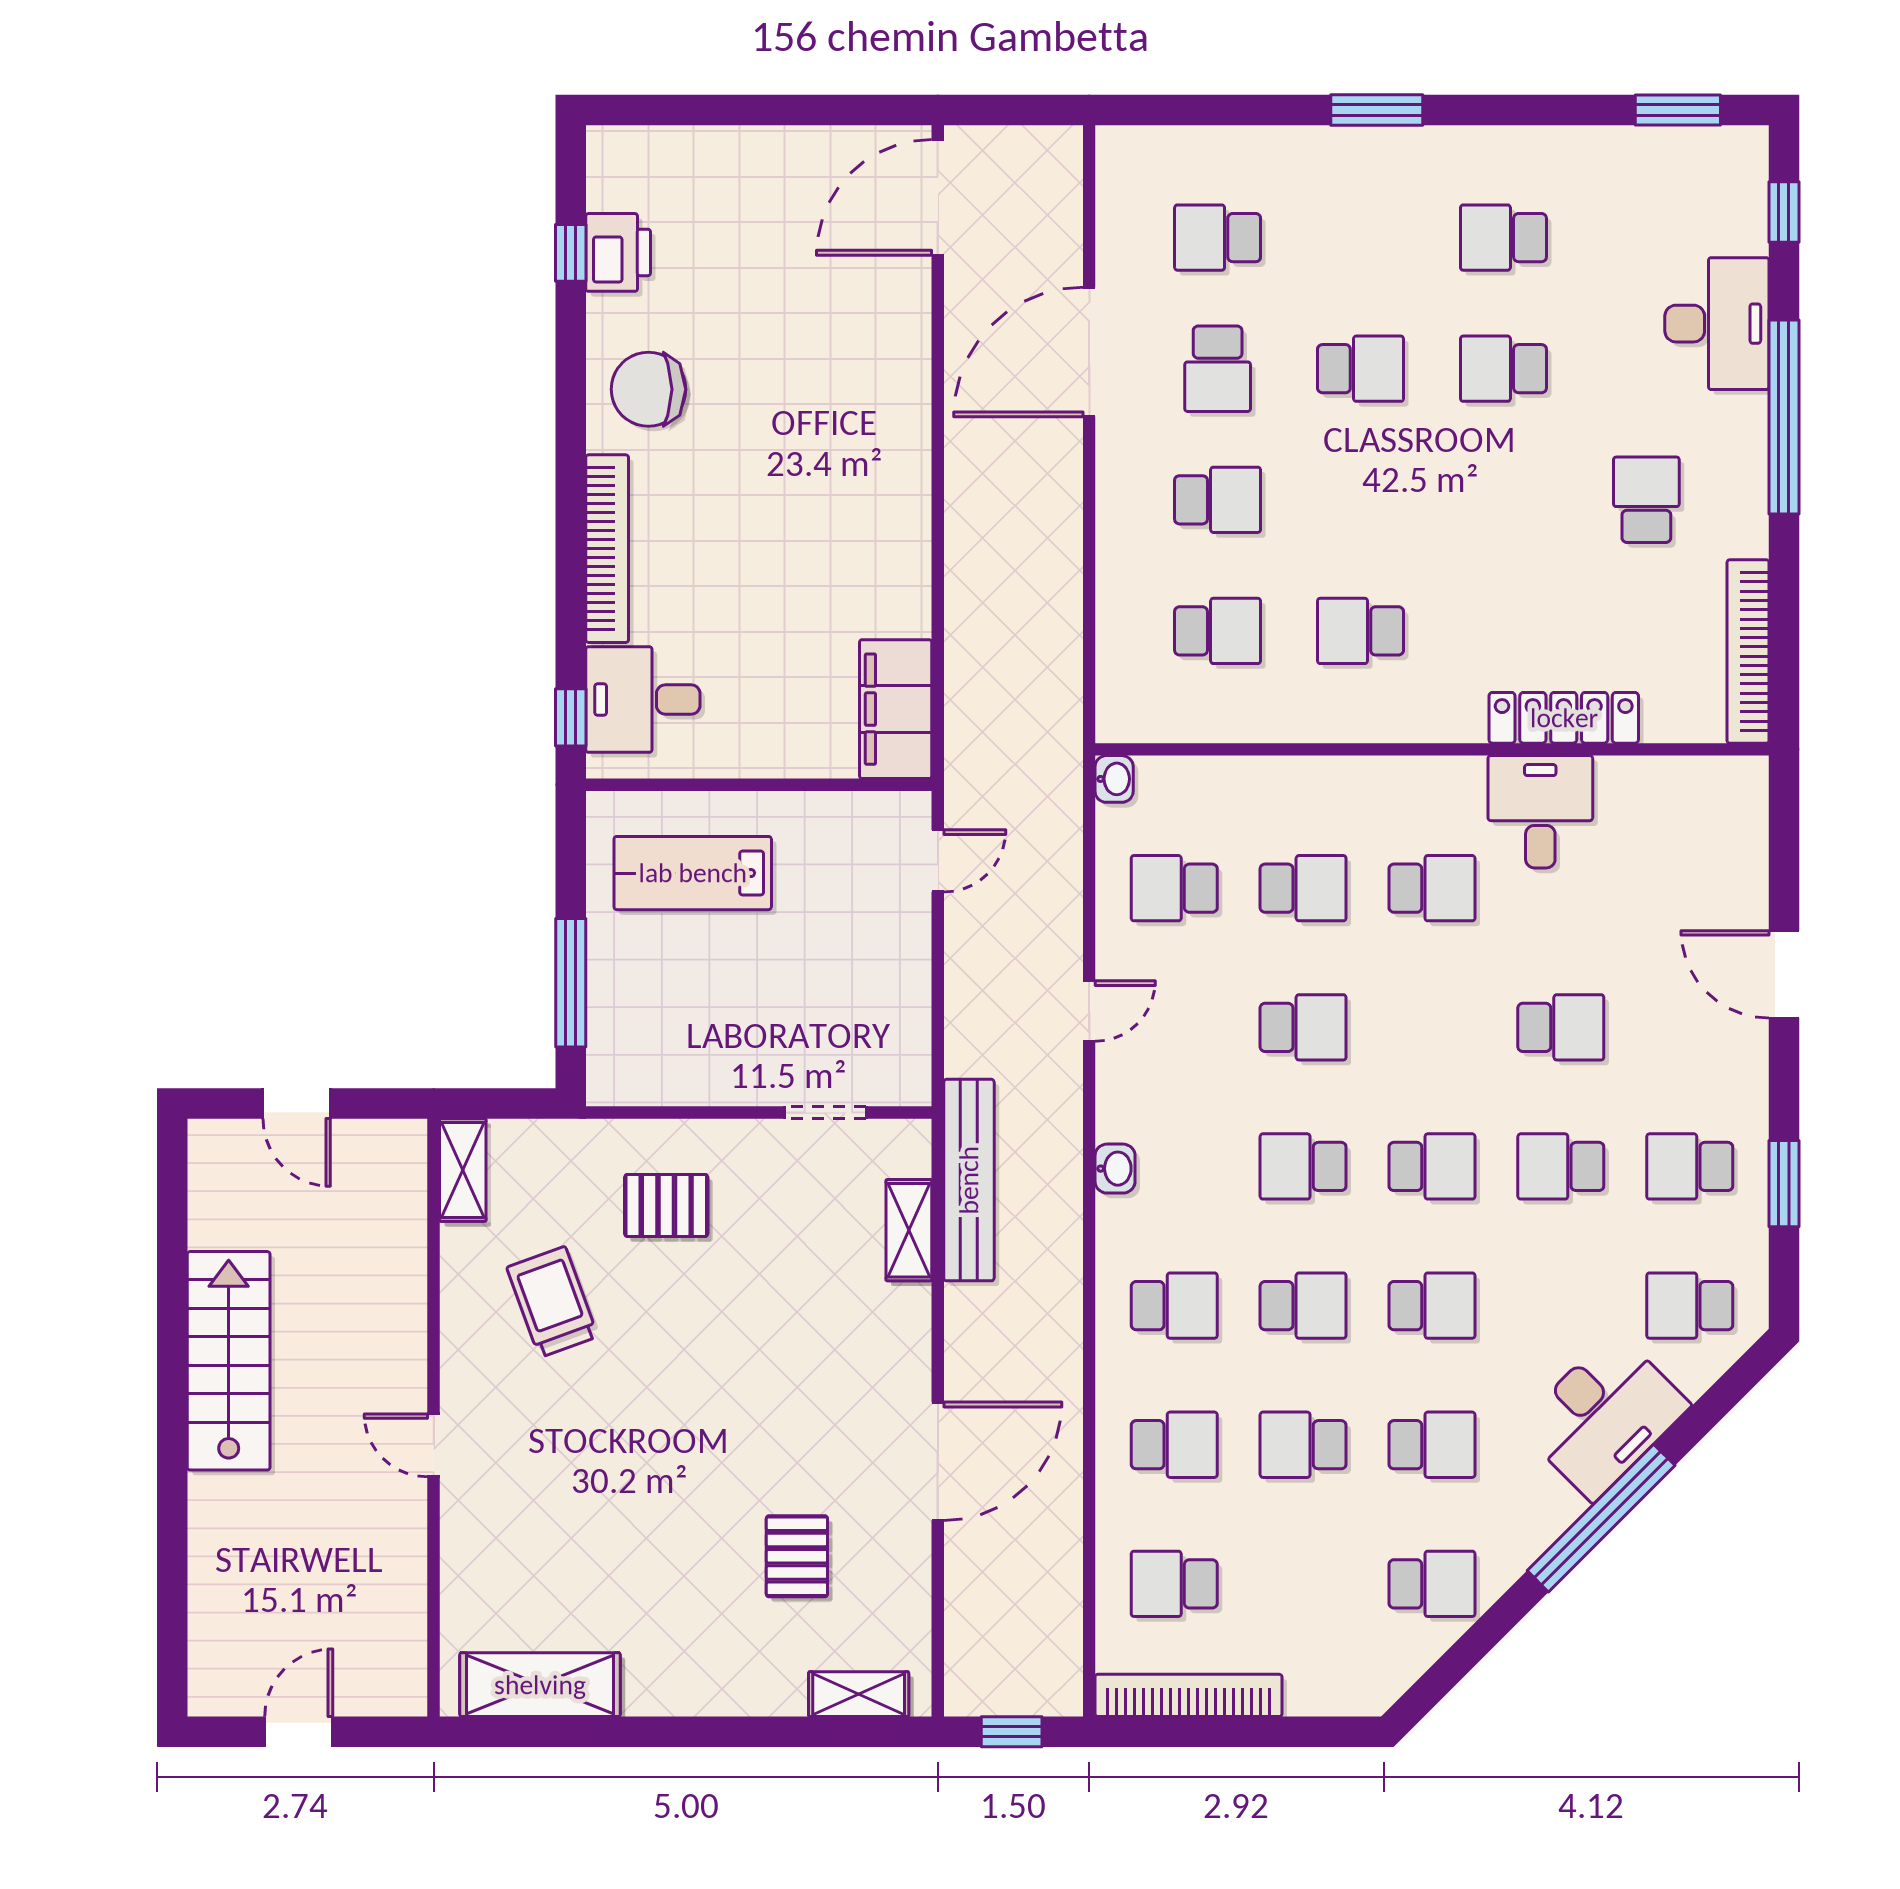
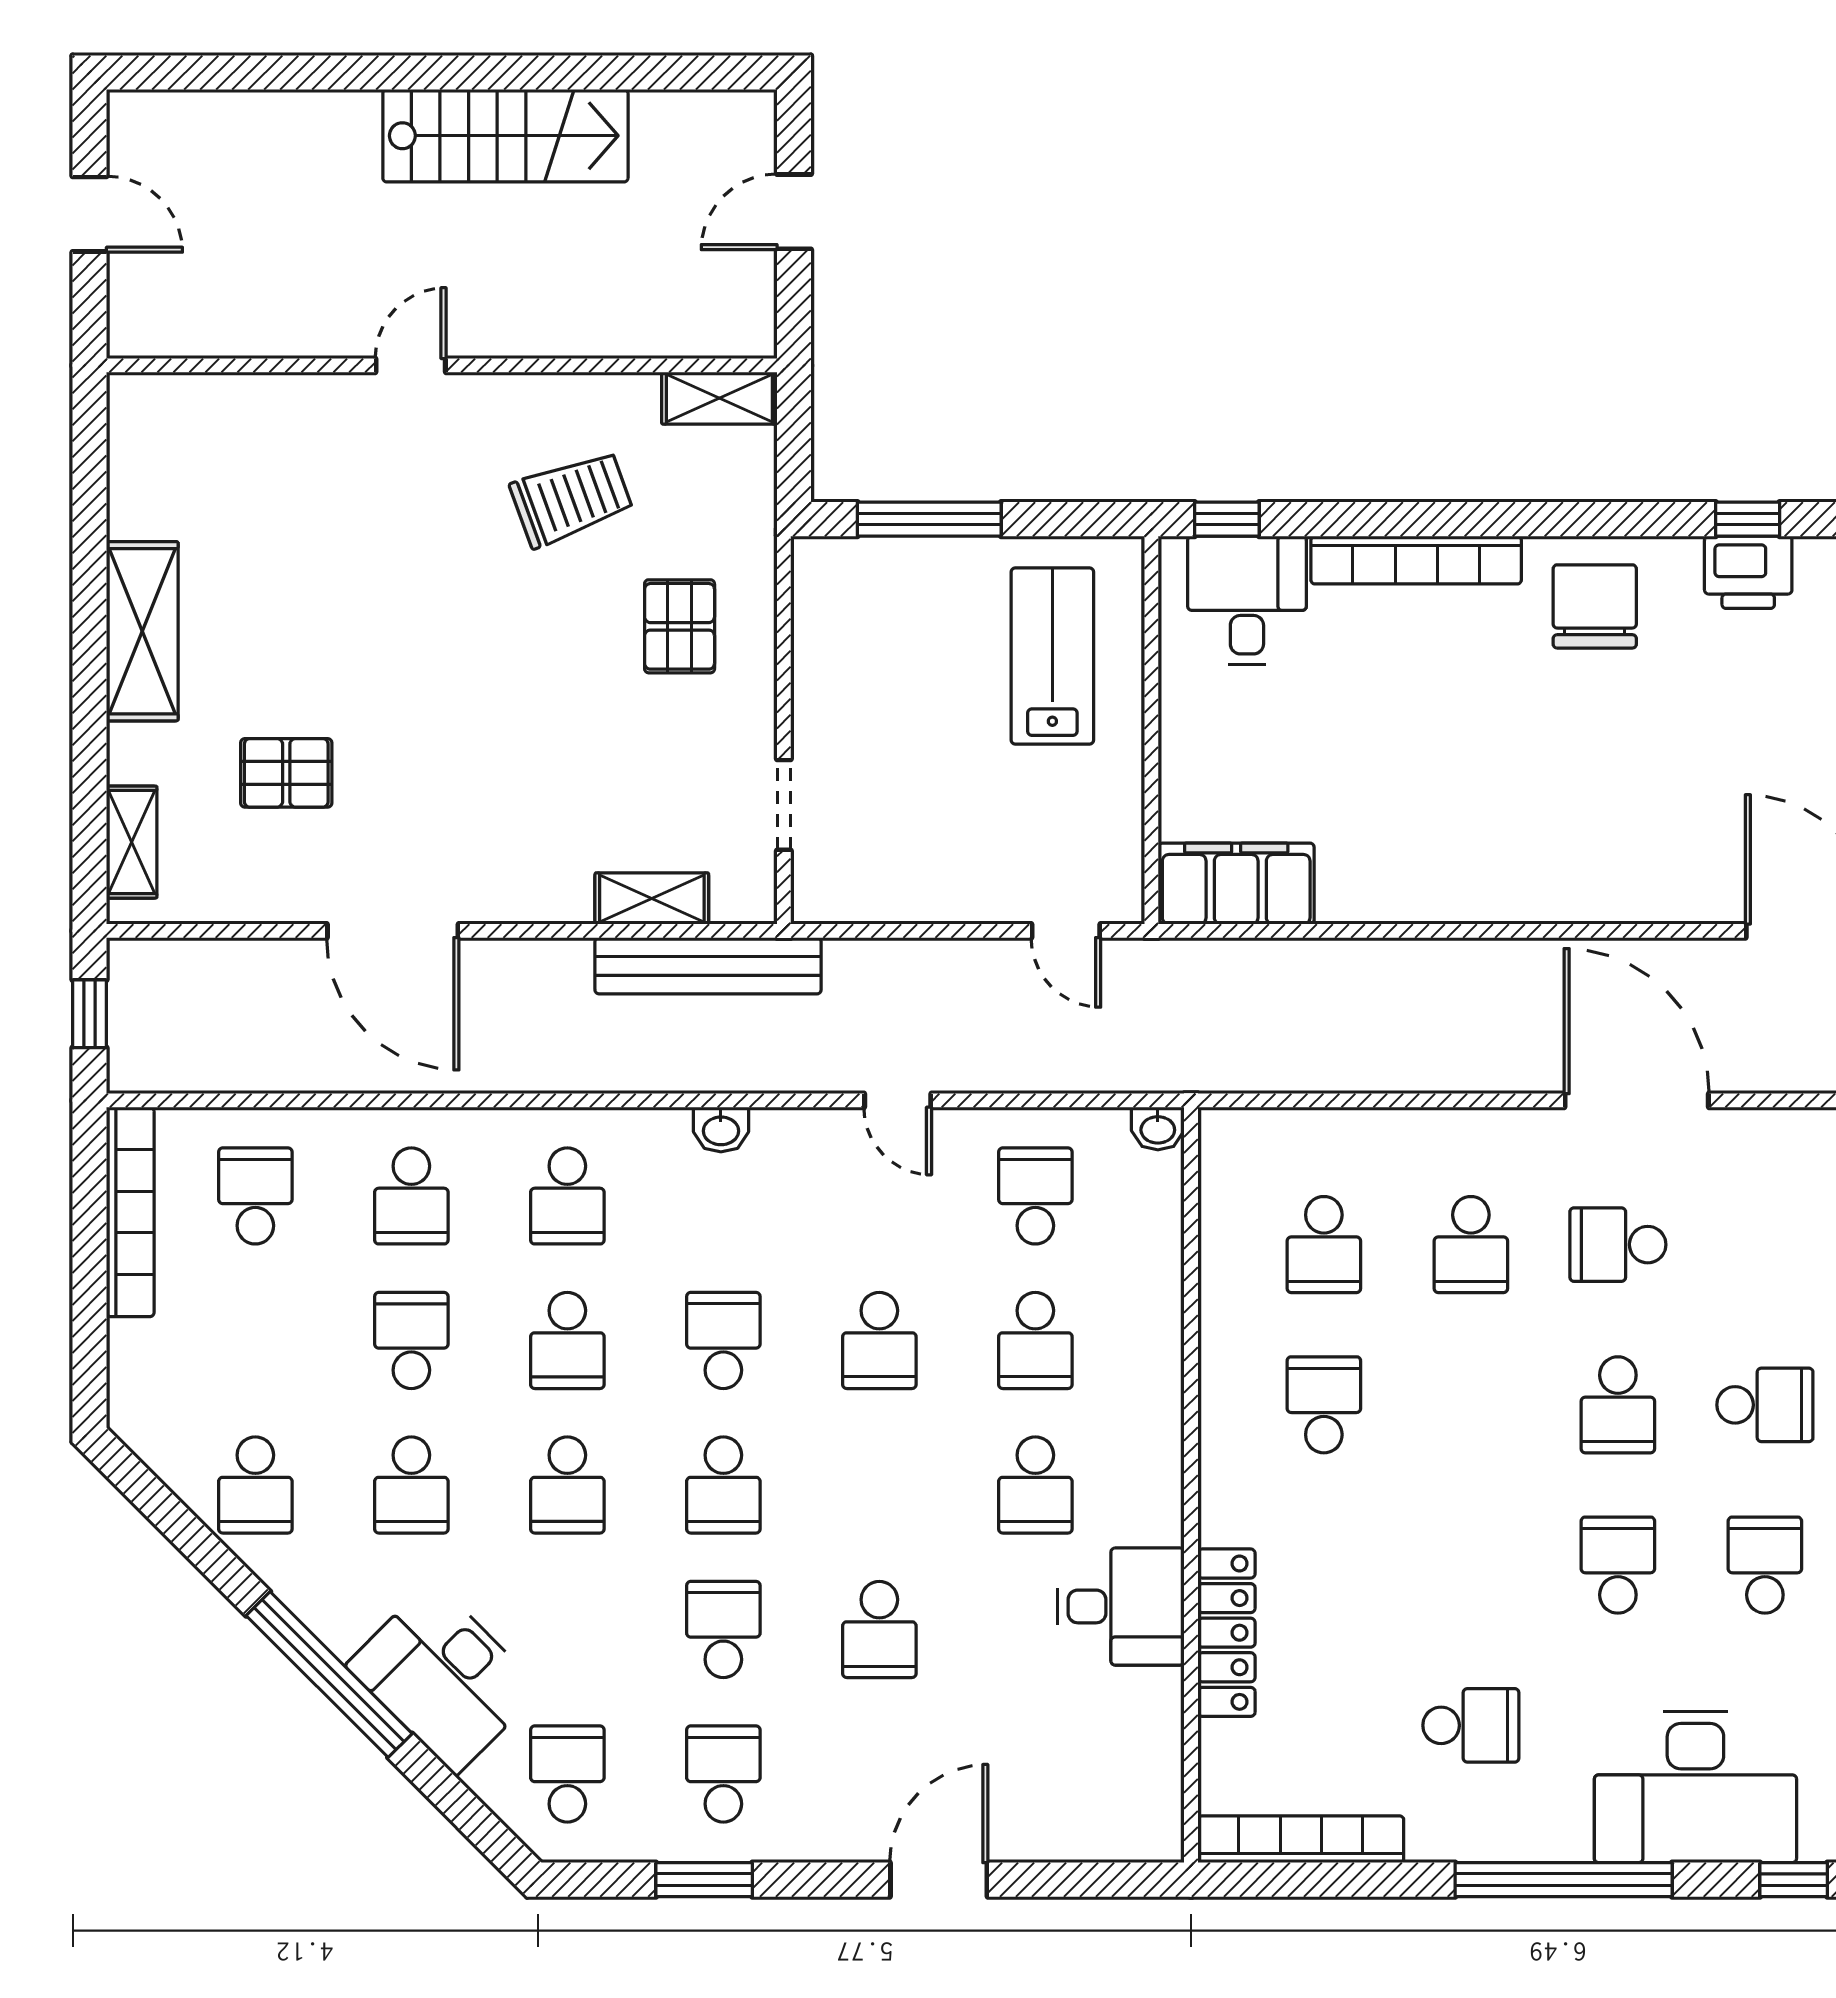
school desk: (1218, 238) -> (1765, 1405), moved, turned 90
desk: (1717, 324) -> (1695, 1787), width x1.36, depth x1.30
shelving: (540, 1685) -> (142, 631), moved

